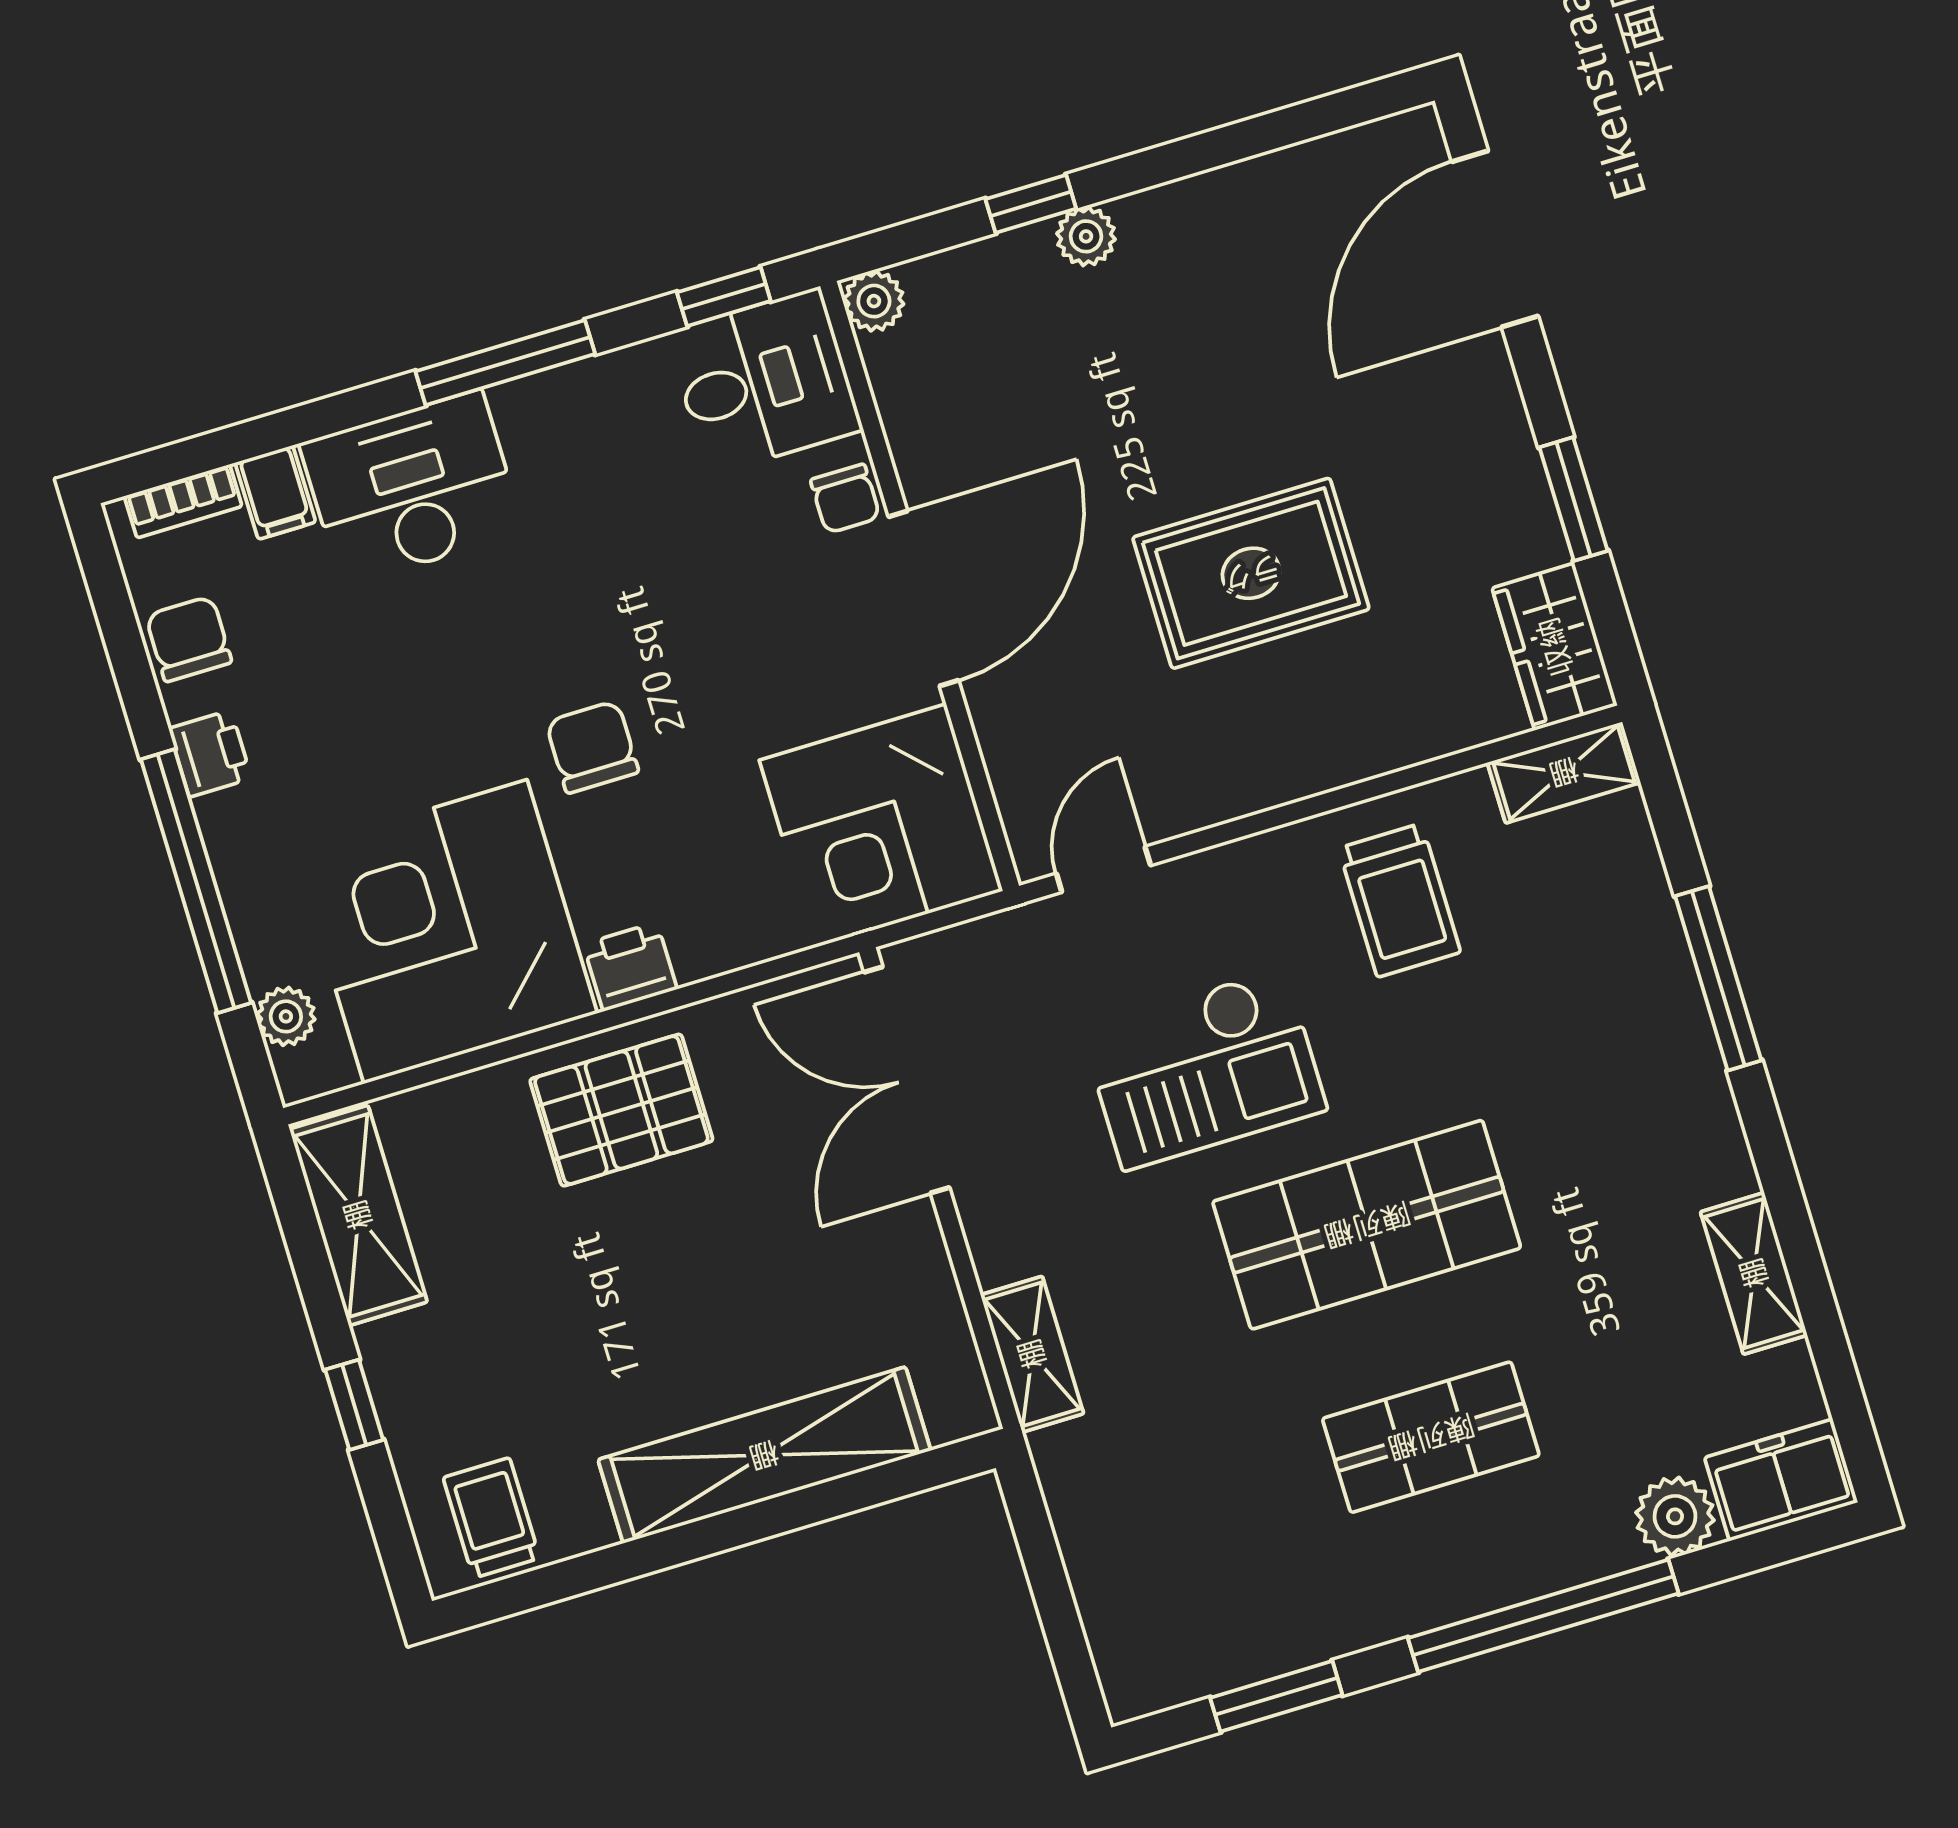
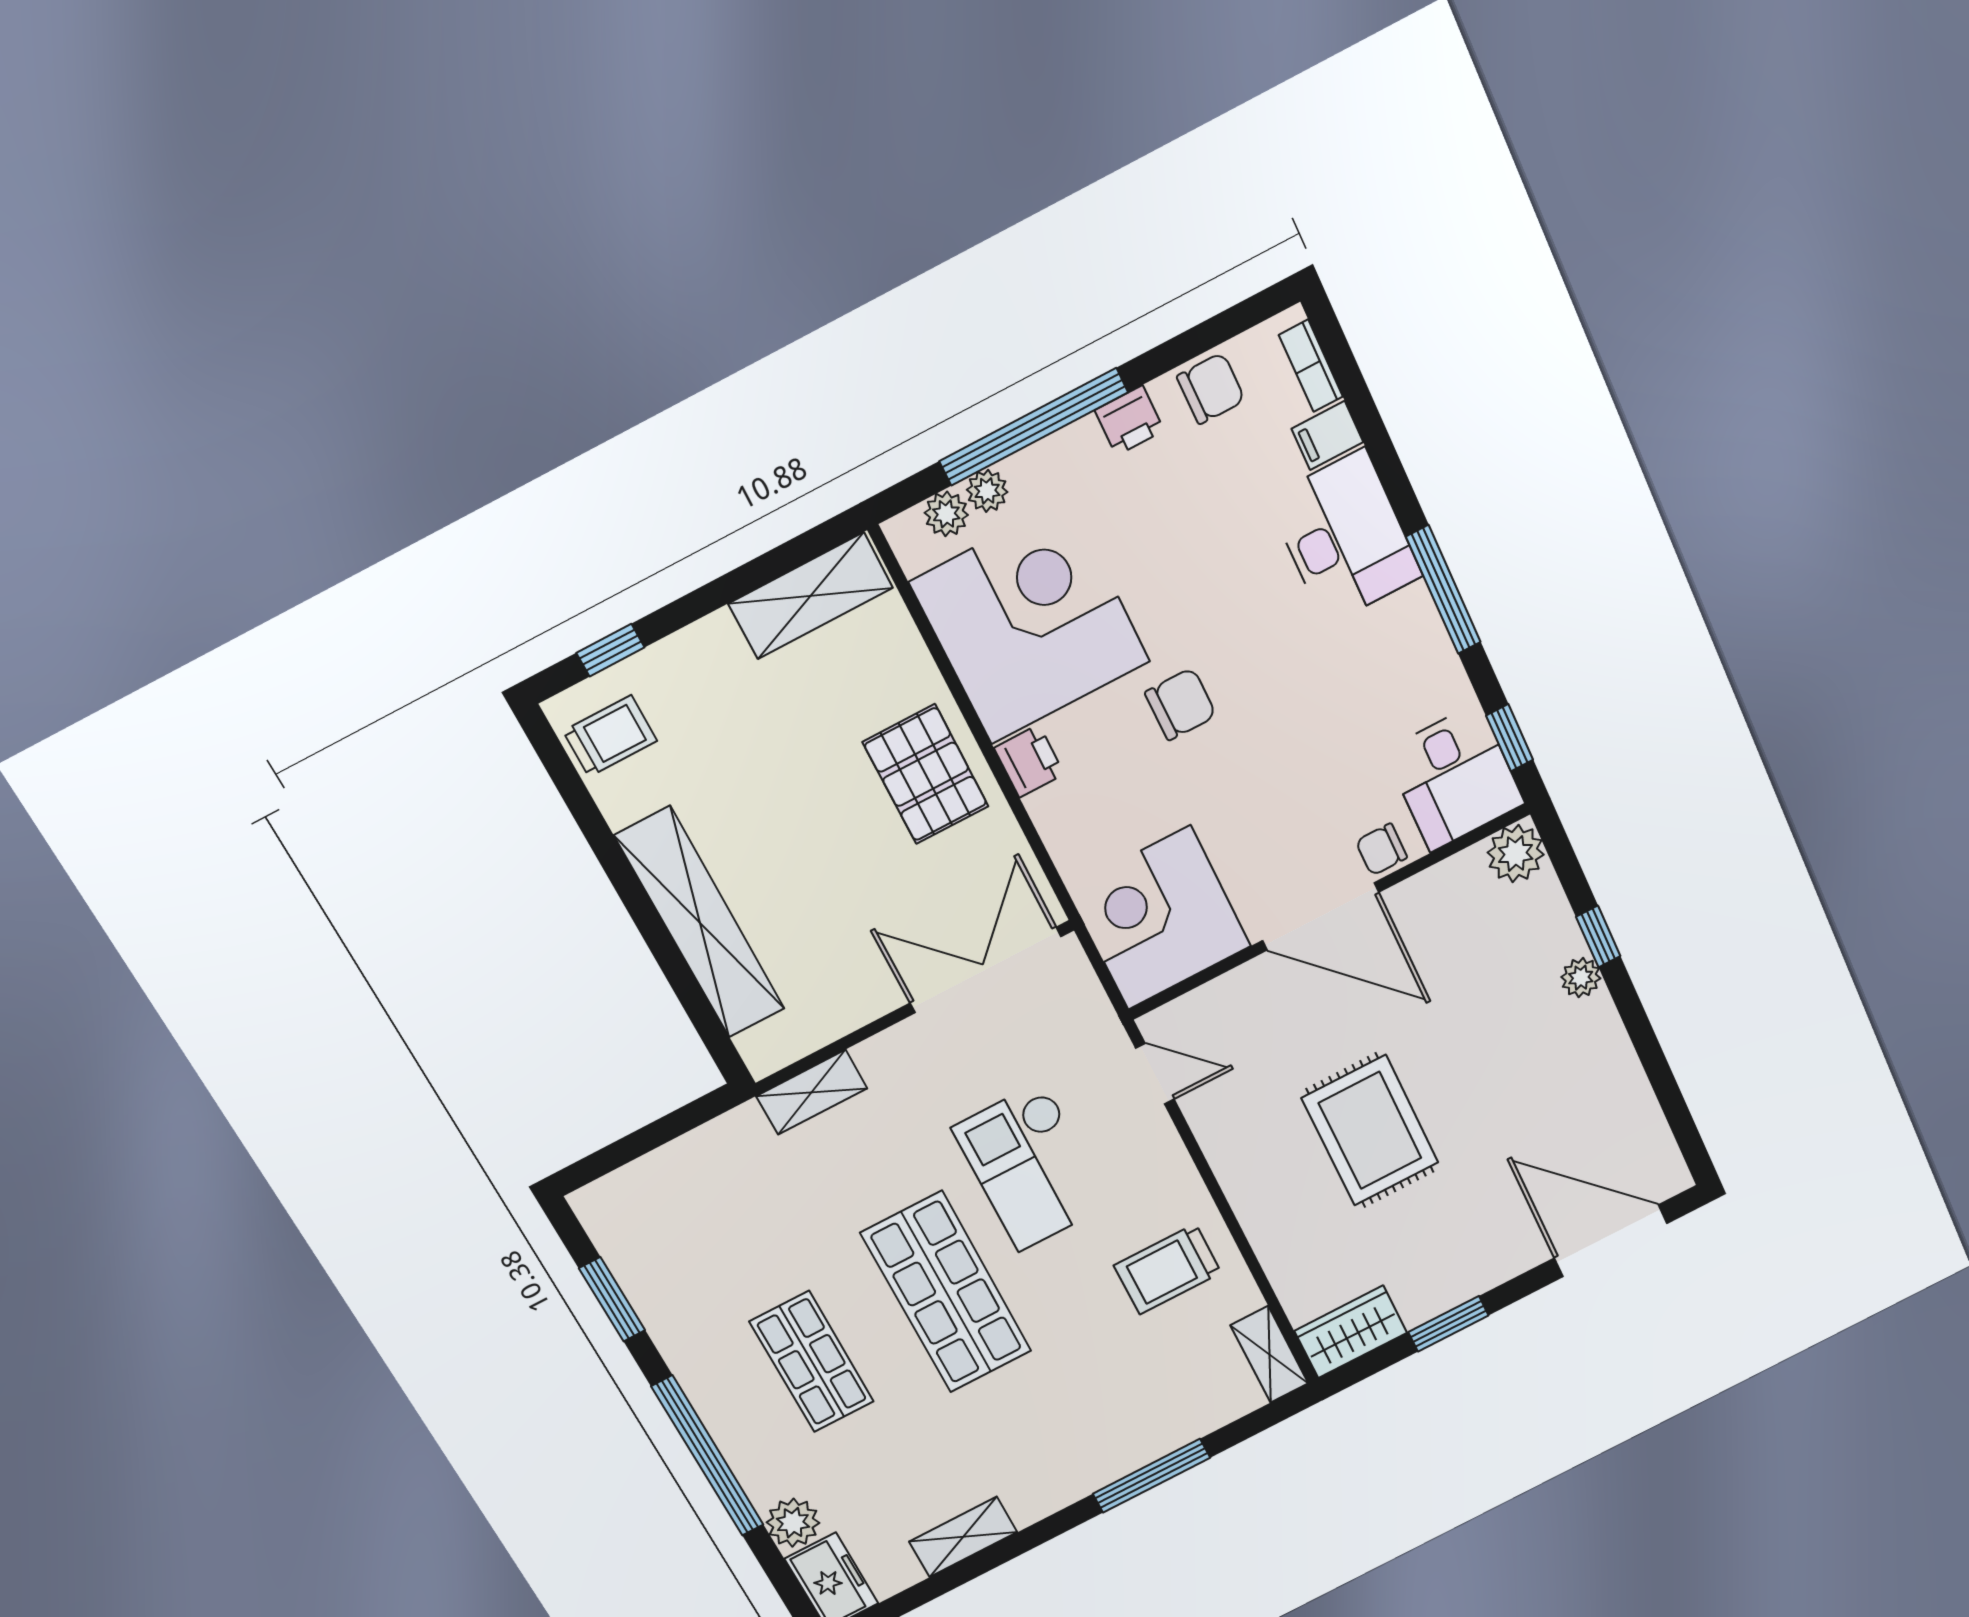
plant: (874, 301) -> (1516, 853), width x1.38, depth x1.38
plant: (266, 957) -> (987, 491), added
window: (354, 1405) -> (610, 650), moved

